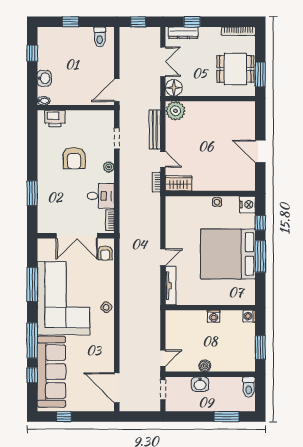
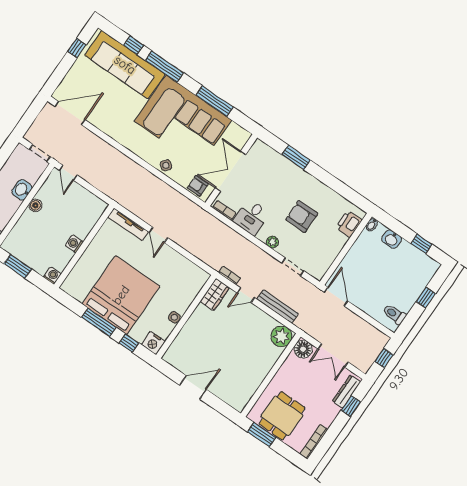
side table: (106, 307) -> (166, 165), moved

